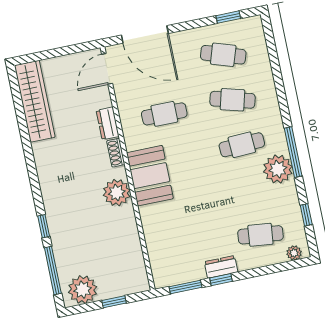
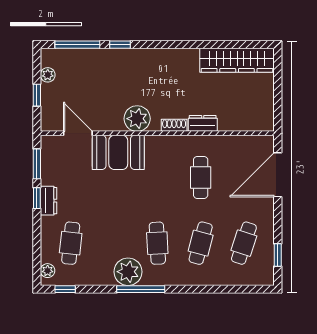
door: (107, 69) -> (78, 133), moved
booth: (150, 176) -> (118, 152), moved
window: (306, 215) -> (65, 289), moved
plant: (83, 290) -> (48, 75), width x0.53, depth x0.53

